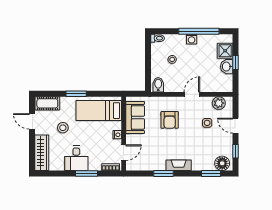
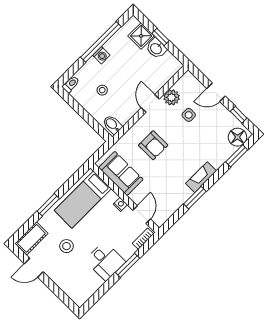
plant: (219, 103) -> (172, 97), moved
wardrobe: (42, 153) -> (70, 287), removed

